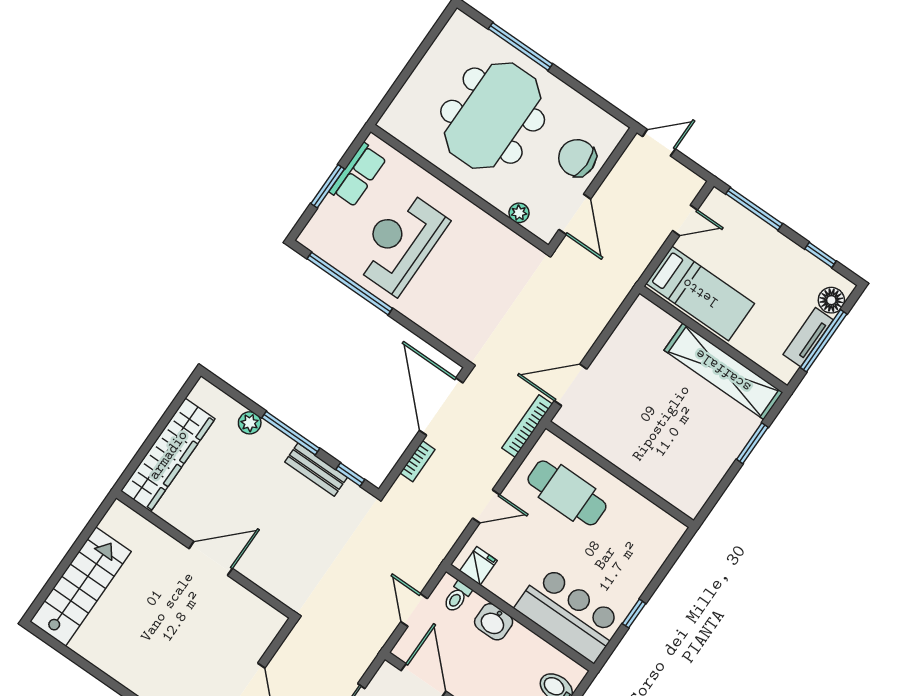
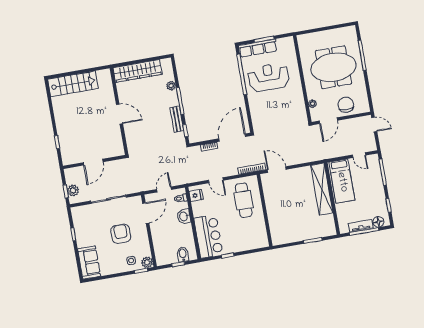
row of seats: (358, 175) -> (258, 48), moved, width x1.48
shelving: (723, 371) -> (322, 189), moved

